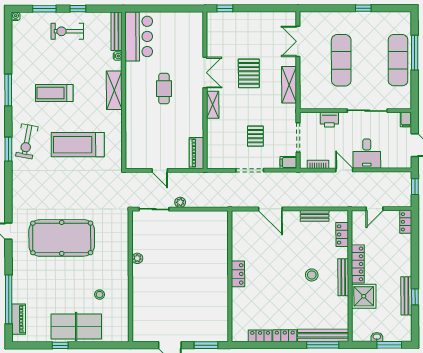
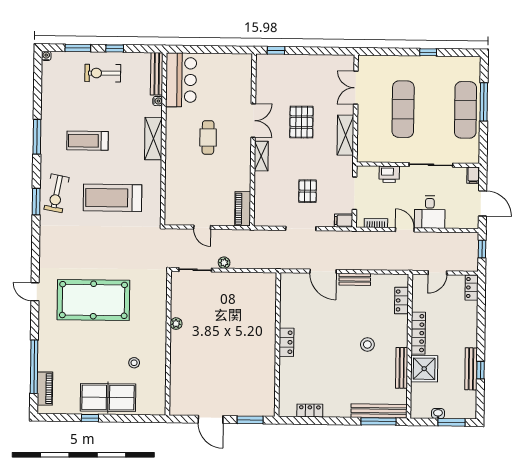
bench: (315, 216) -> (355, 279), moved
bench: (343, 277) -> (402, 368), moved
locker: (285, 336) -> (337, 411), removed

